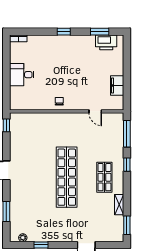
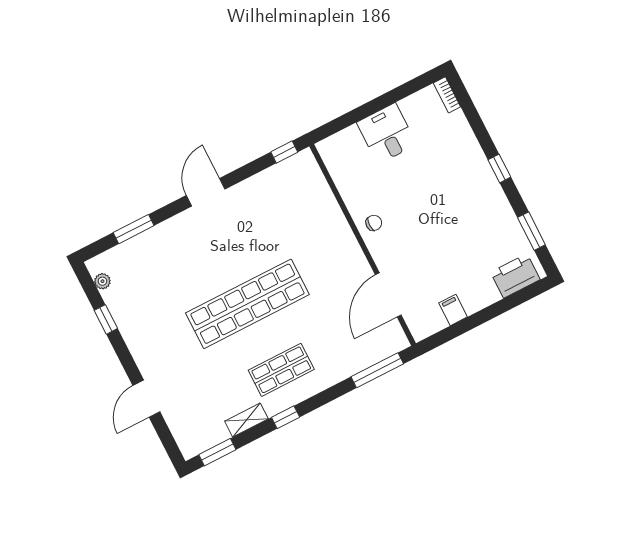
printer: (106, 42) -> (515, 276), moved, turned 90
filing cabinet: (117, 85) -> (453, 310), width x0.50
door: (95, 111) -> (388, 295), width x1.88
window: (127, 165) -> (286, 417), moved

